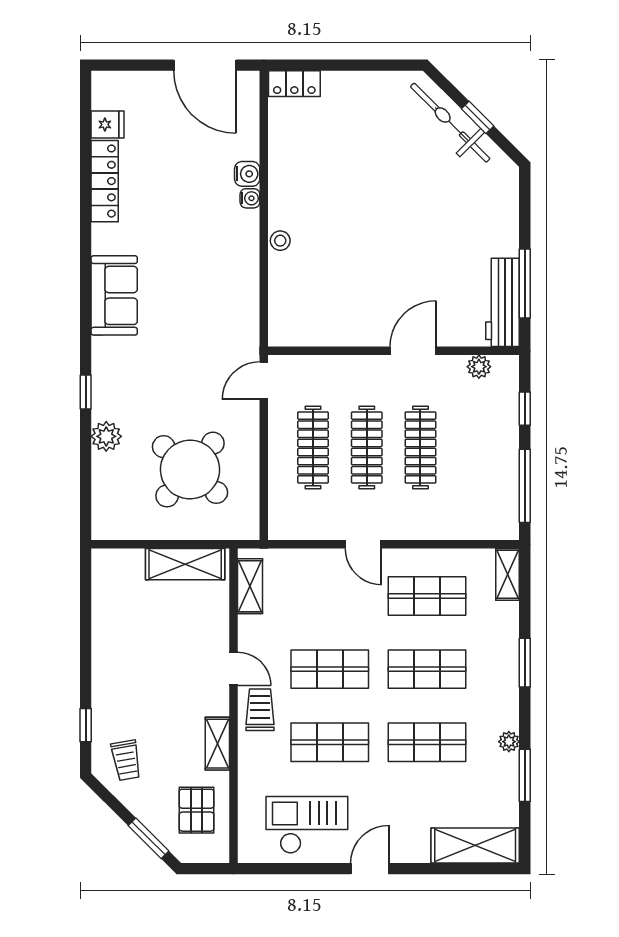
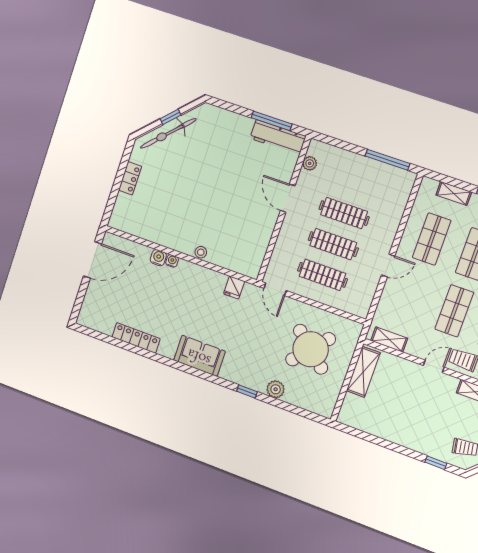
locker: (294, 84) -> (130, 178), moved
fridge: (108, 124) -> (234, 287), moved, turned 180
window: (525, 409) -> (343, 145), removed
shelving: (508, 574) -> (454, 193), moved

